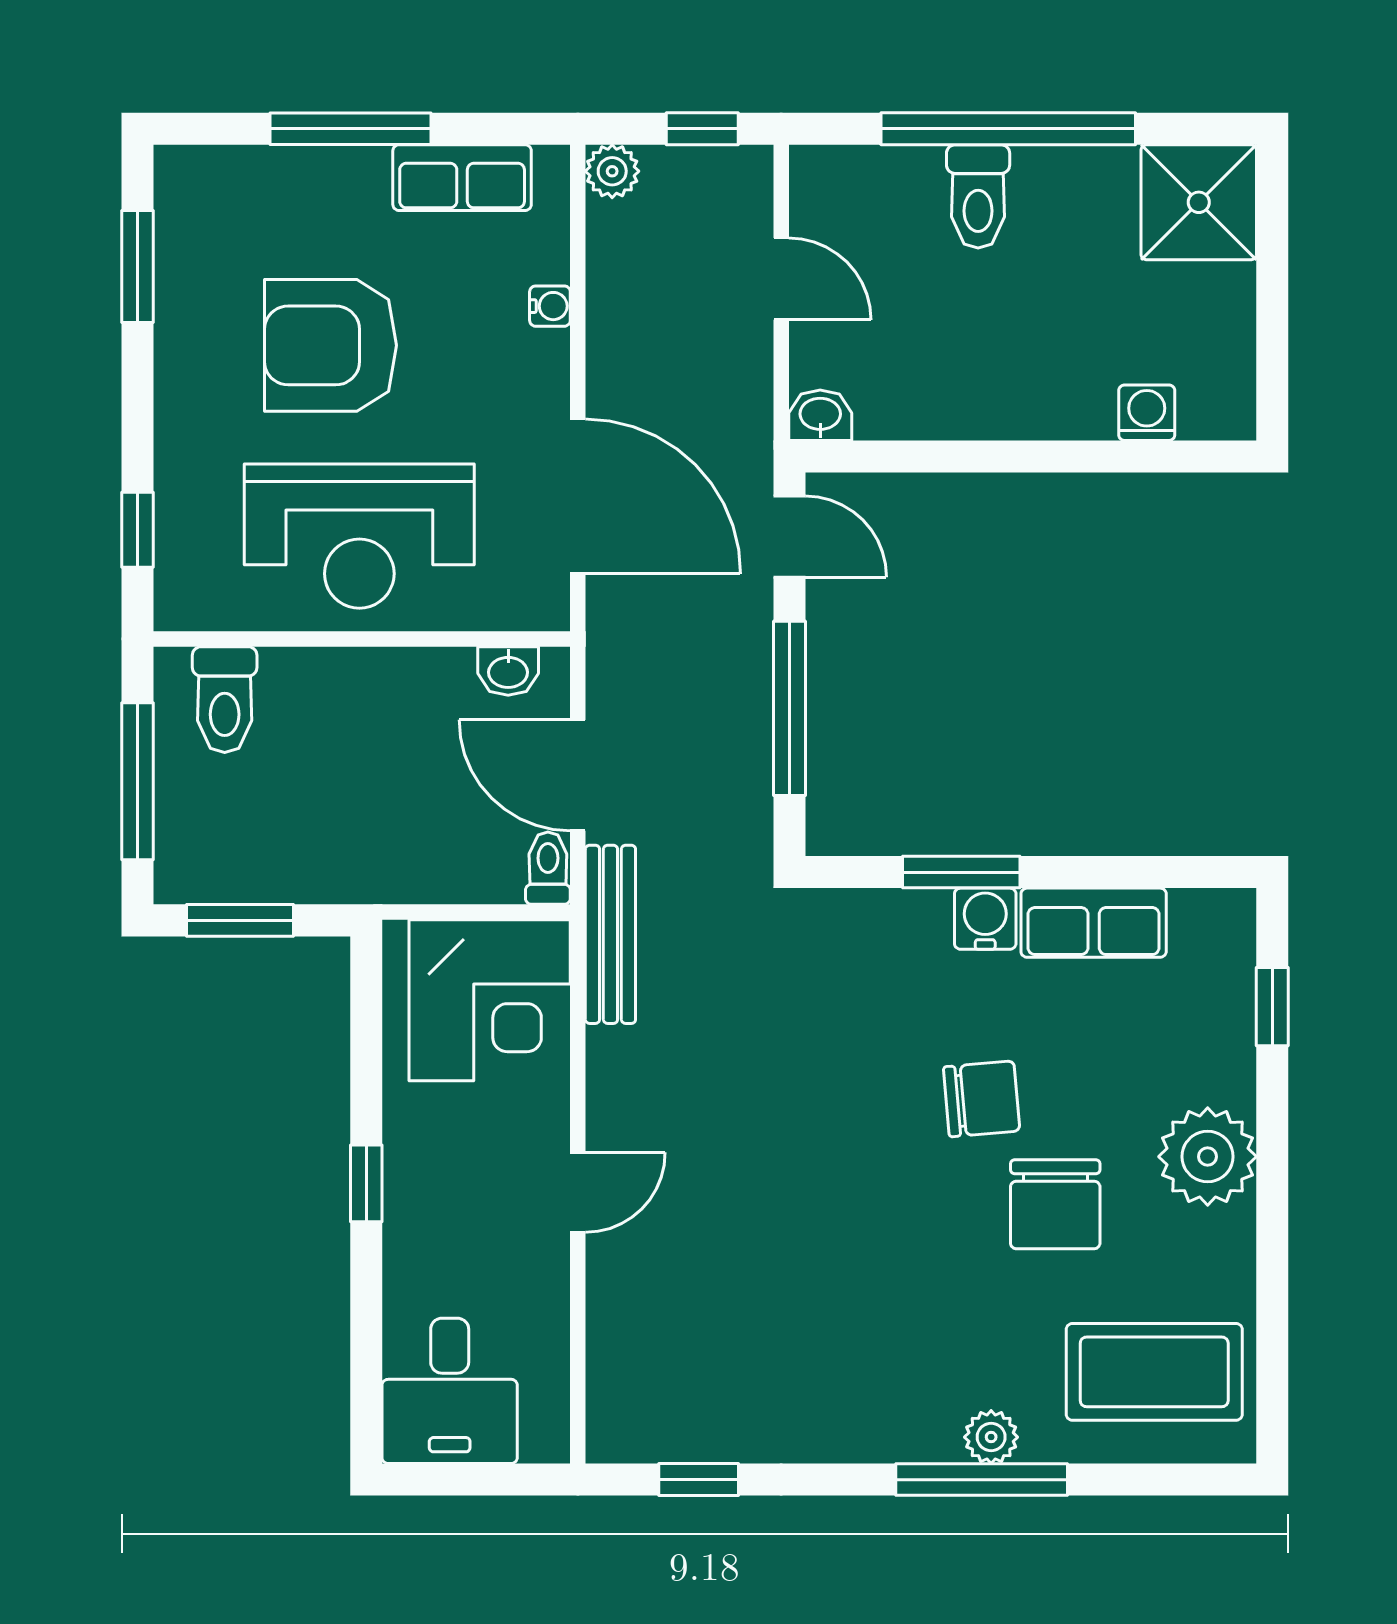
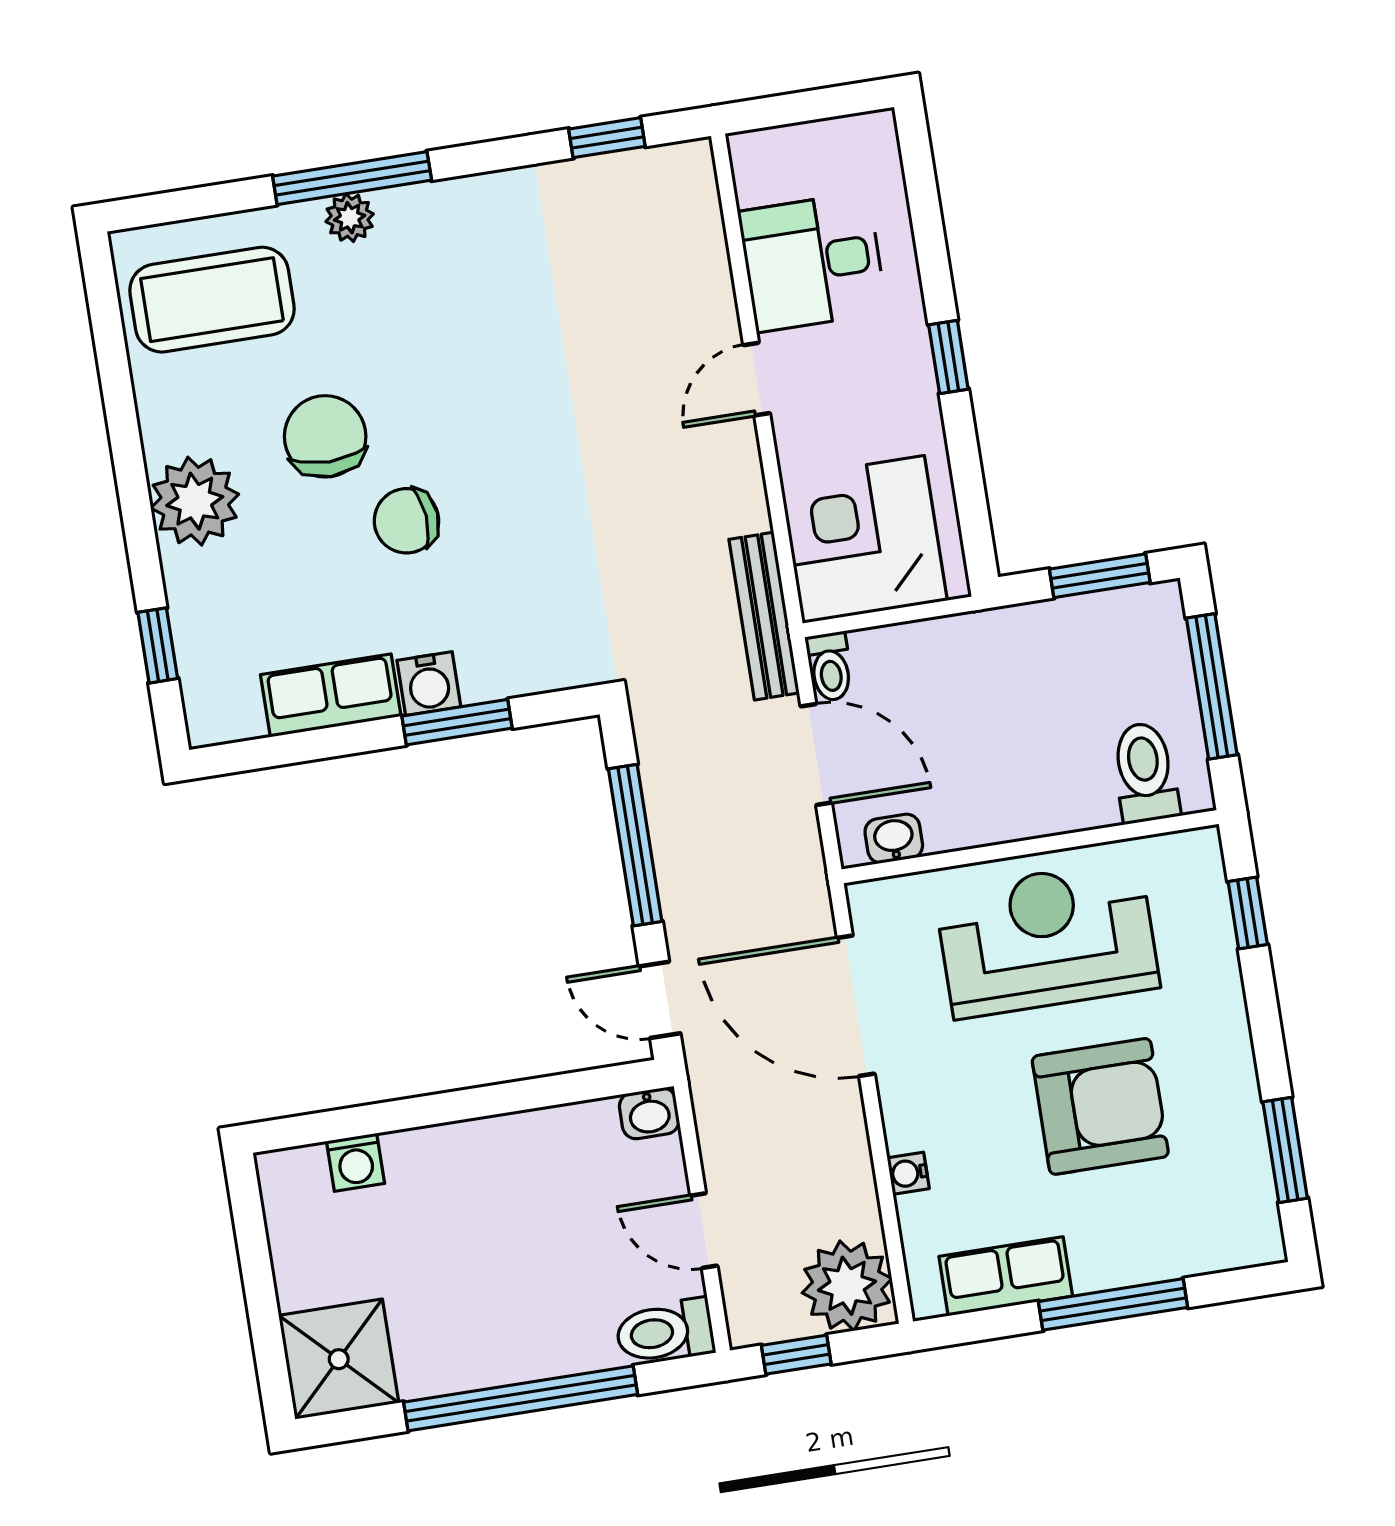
plant: (612, 171) -> (847, 1286), width x1.87, depth x1.87
toilet: (978, 196) -> (665, 1332), moved, turned -90
desk: (450, 1391) -> (812, 262), moved, turned -90

